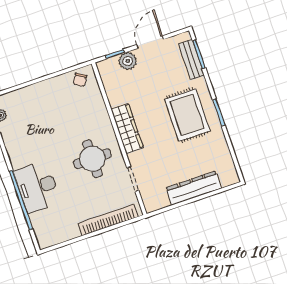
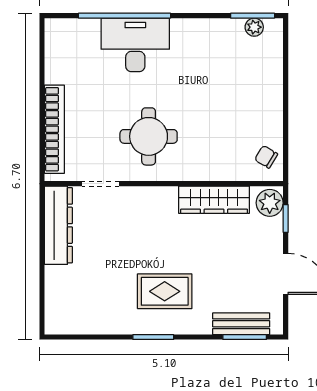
plant: (128, 61) -> (270, 203), moved
rug: (187, 115) -> (165, 291), width x0.73, depth x0.70
wardrobe: (127, 128) -> (214, 200), moved
dresser: (194, 188) -> (58, 225), moved

